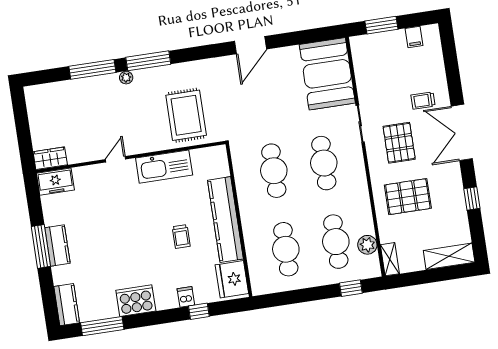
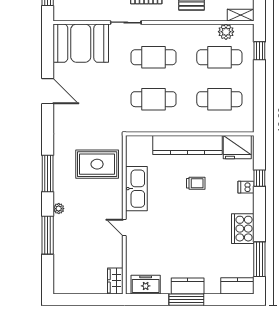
door: (250, 45) -> (48, 91), moved
window: (148, 61) -> (48, 174), moved
freezer: (55, 182) -> (146, 285), moved, turned -90

